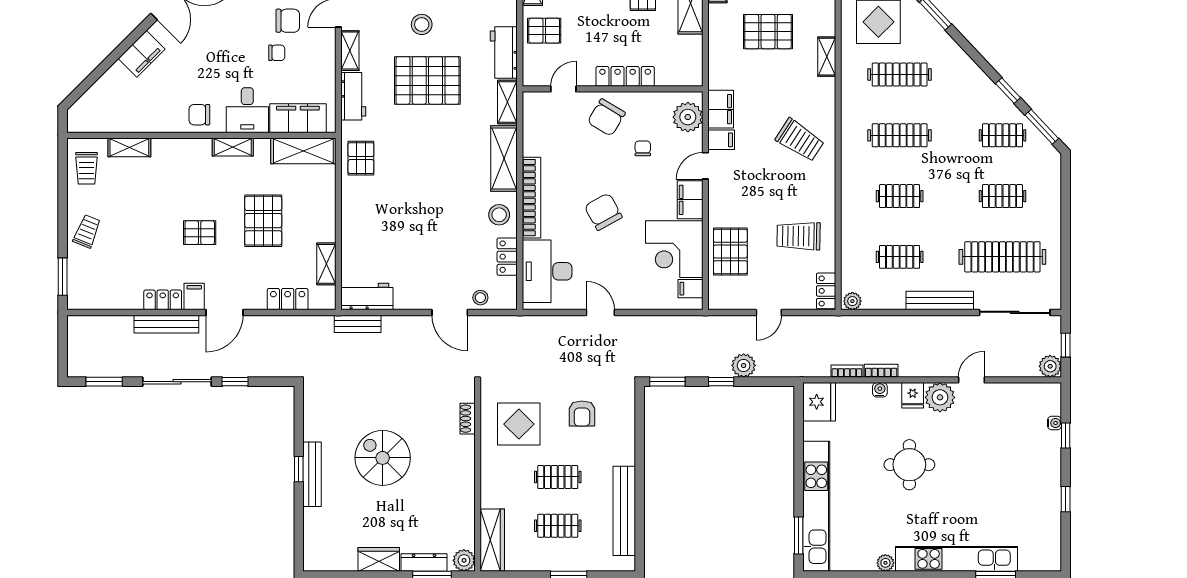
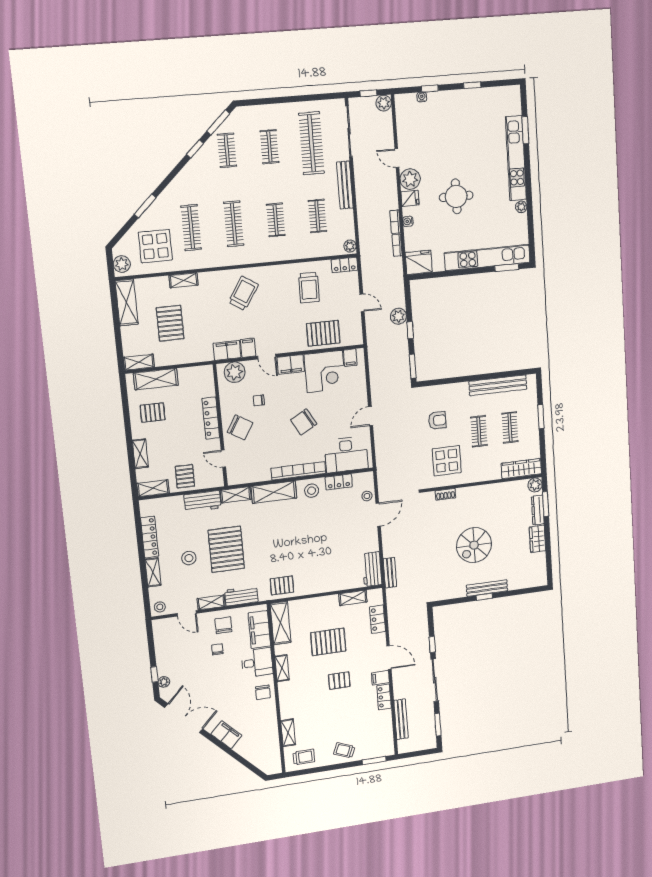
chair: (288, 21) -> (223, 625), moved
pallet: (200, 233) -> (339, 681), turned 90
bench: (166, 324) -> (401, 719), moved

